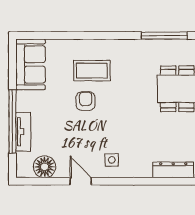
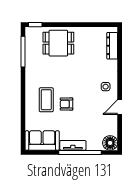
tv unit: (23, 132) -> (73, 145), moved
floor lamp: (45, 167) -> (110, 143), moved

